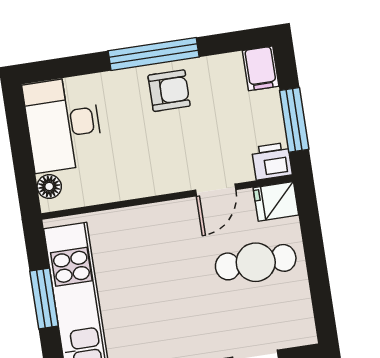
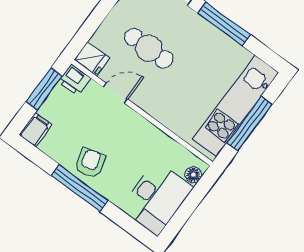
armchair: (169, 91) -> (90, 163), turned 75
cafe table: (256, 262) -> (149, 48), moved
window: (44, 299) -> (250, 124), width x1.44

